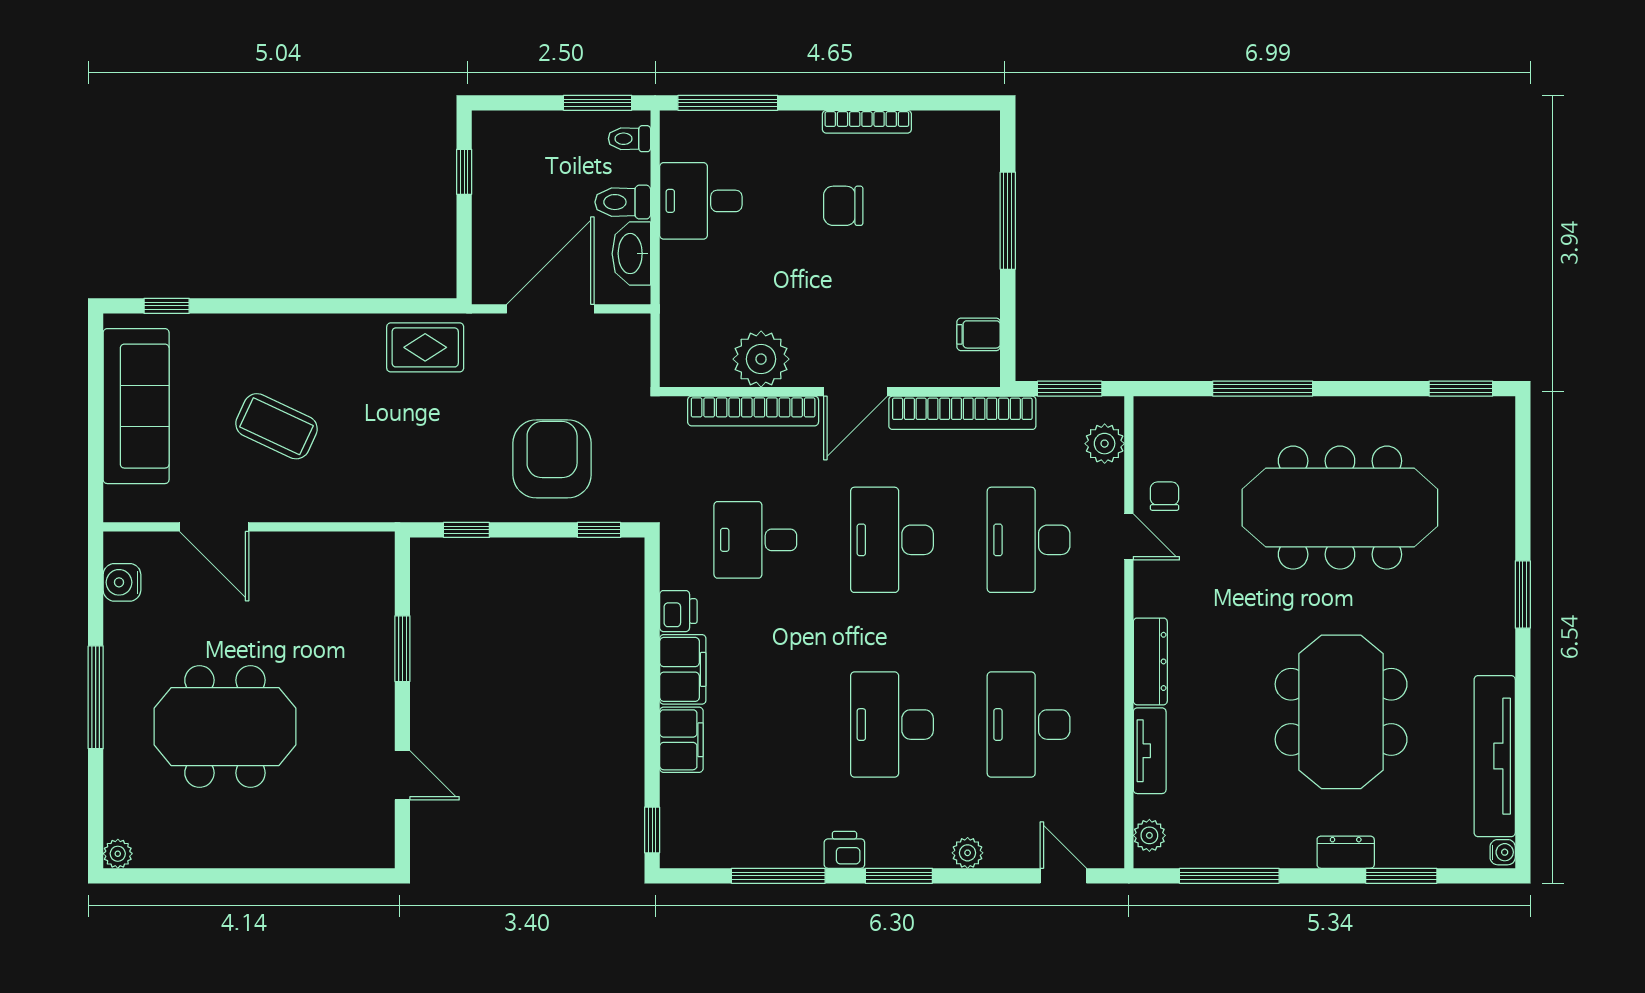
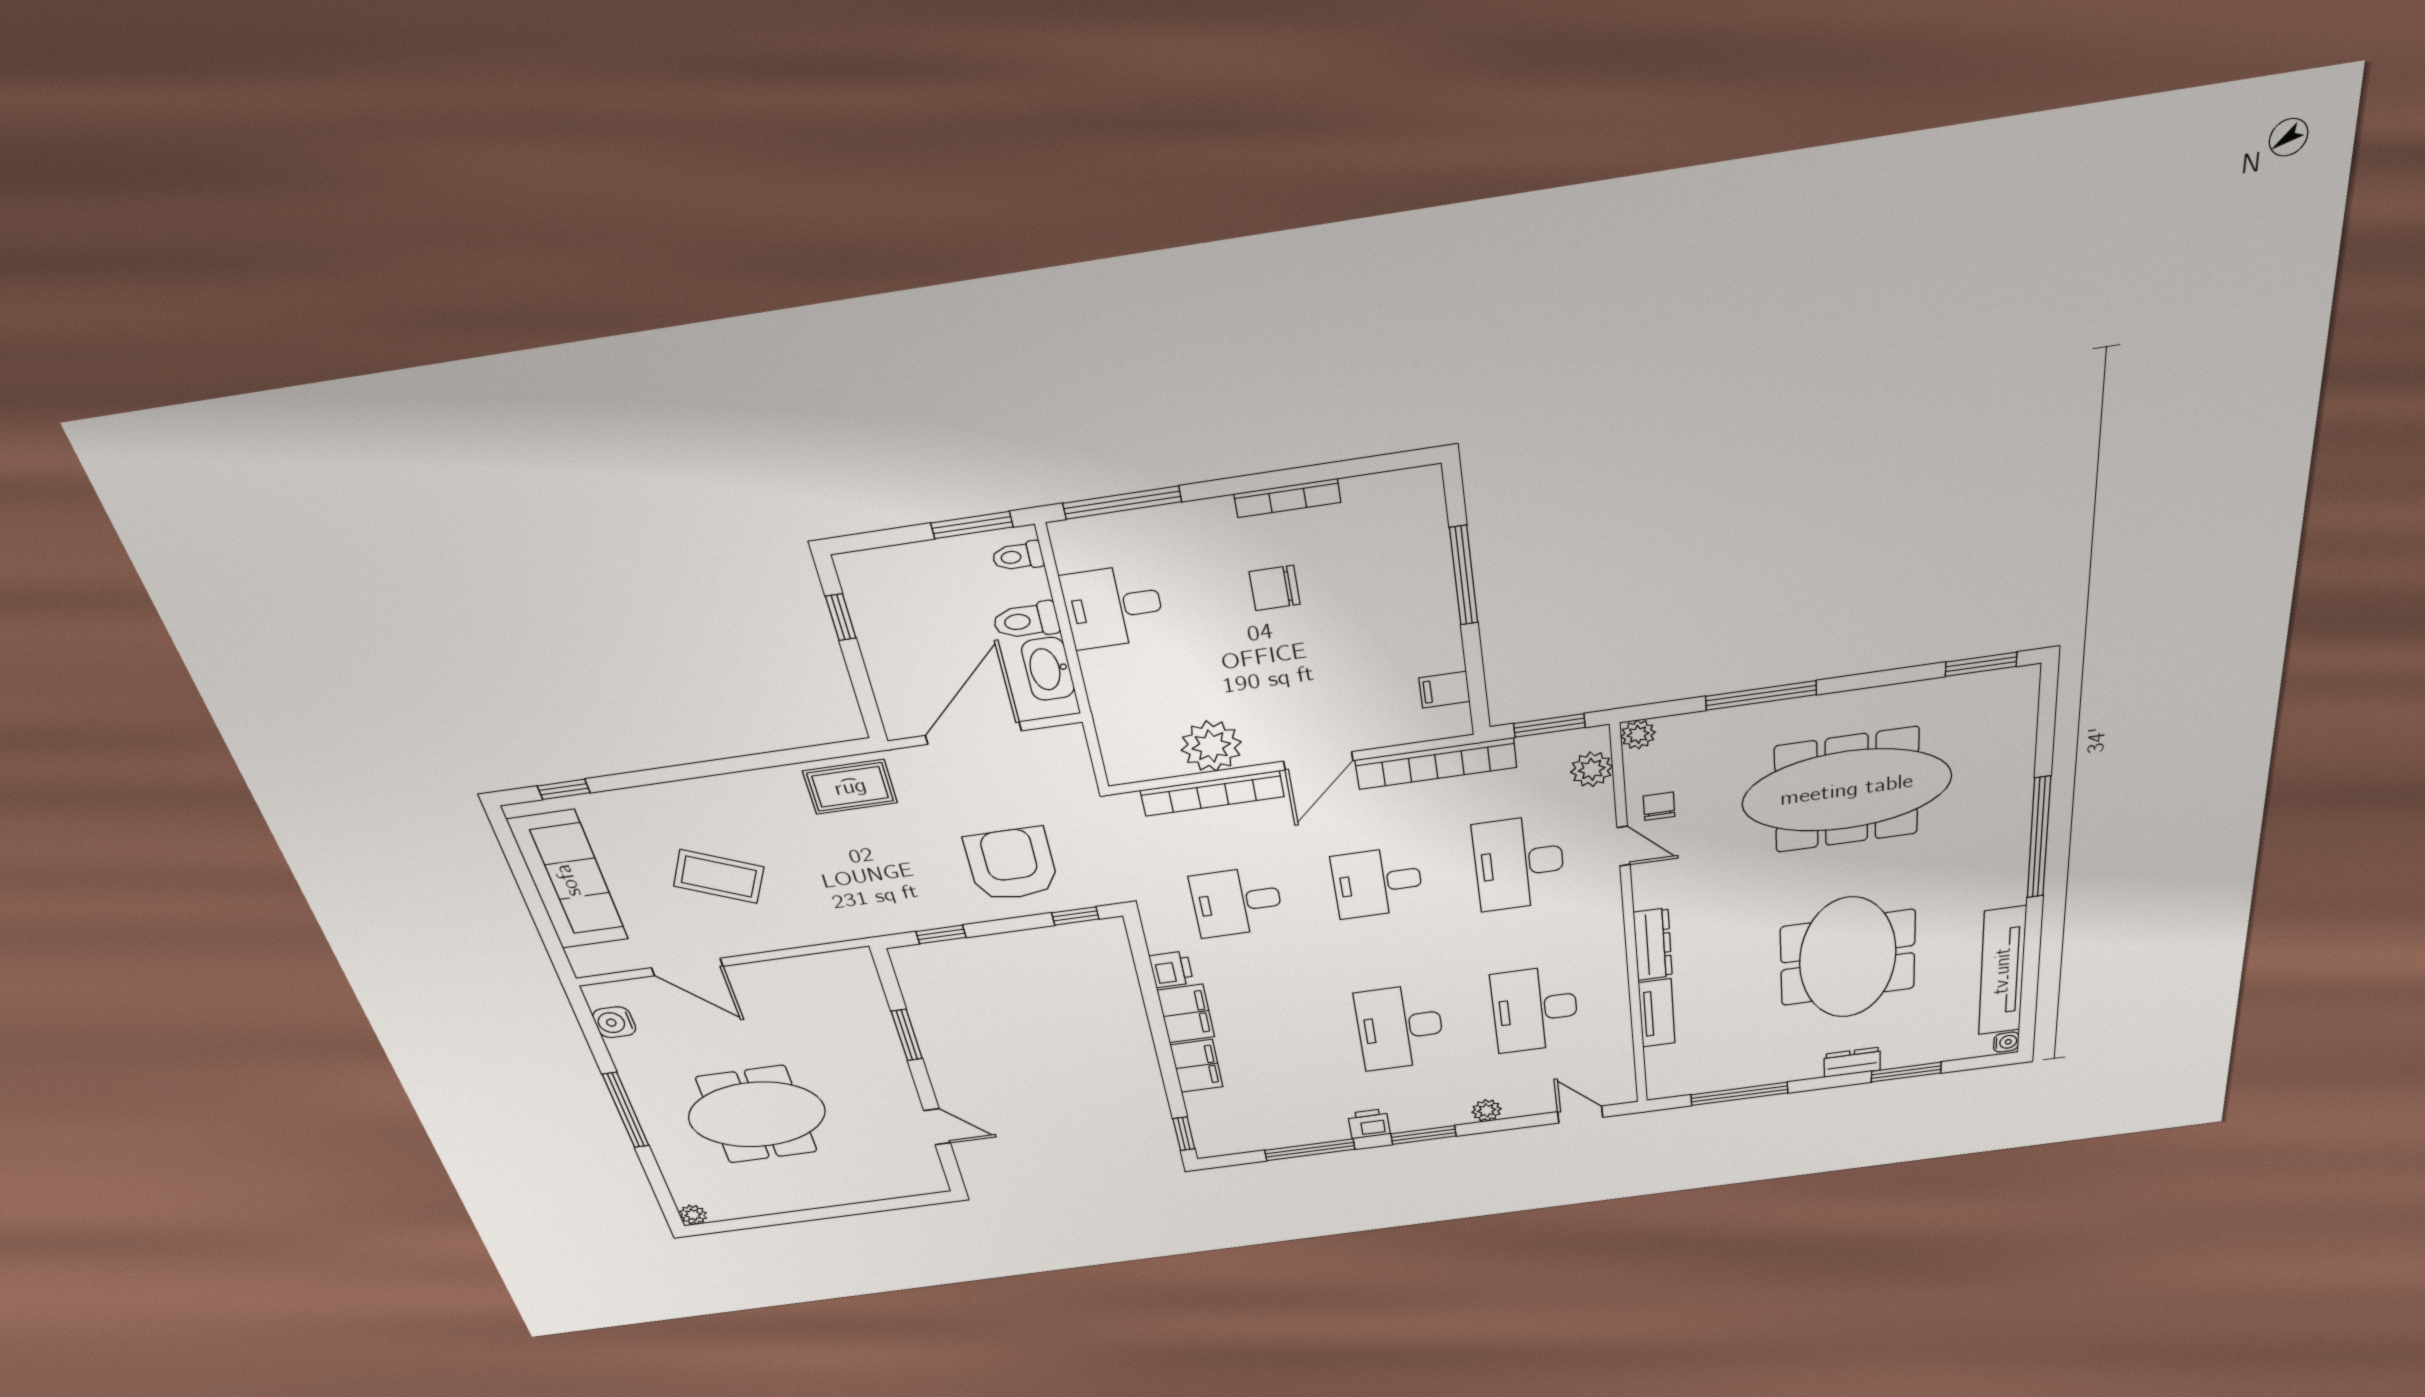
desk: (892, 540) -> (1377, 883), width x0.73
window: (1523, 595) -> (2039, 838), width x2.11
plant: (1149, 835) -> (1638, 734), moved

